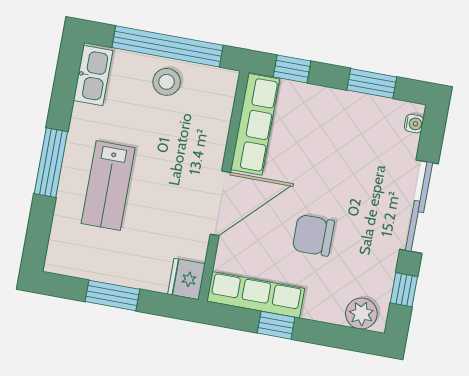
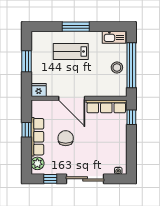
window: (372, 83) -> (131, 151), removed
row of seats: (256, 295) -> (37, 137), moved

